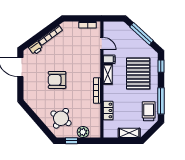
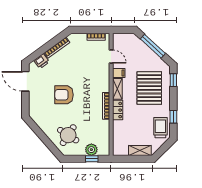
window: (161, 101) -> (173, 117), width x0.46
locker: (108, 110) -> (118, 110), moved
window: (71, 141) -> (92, 159), moved

